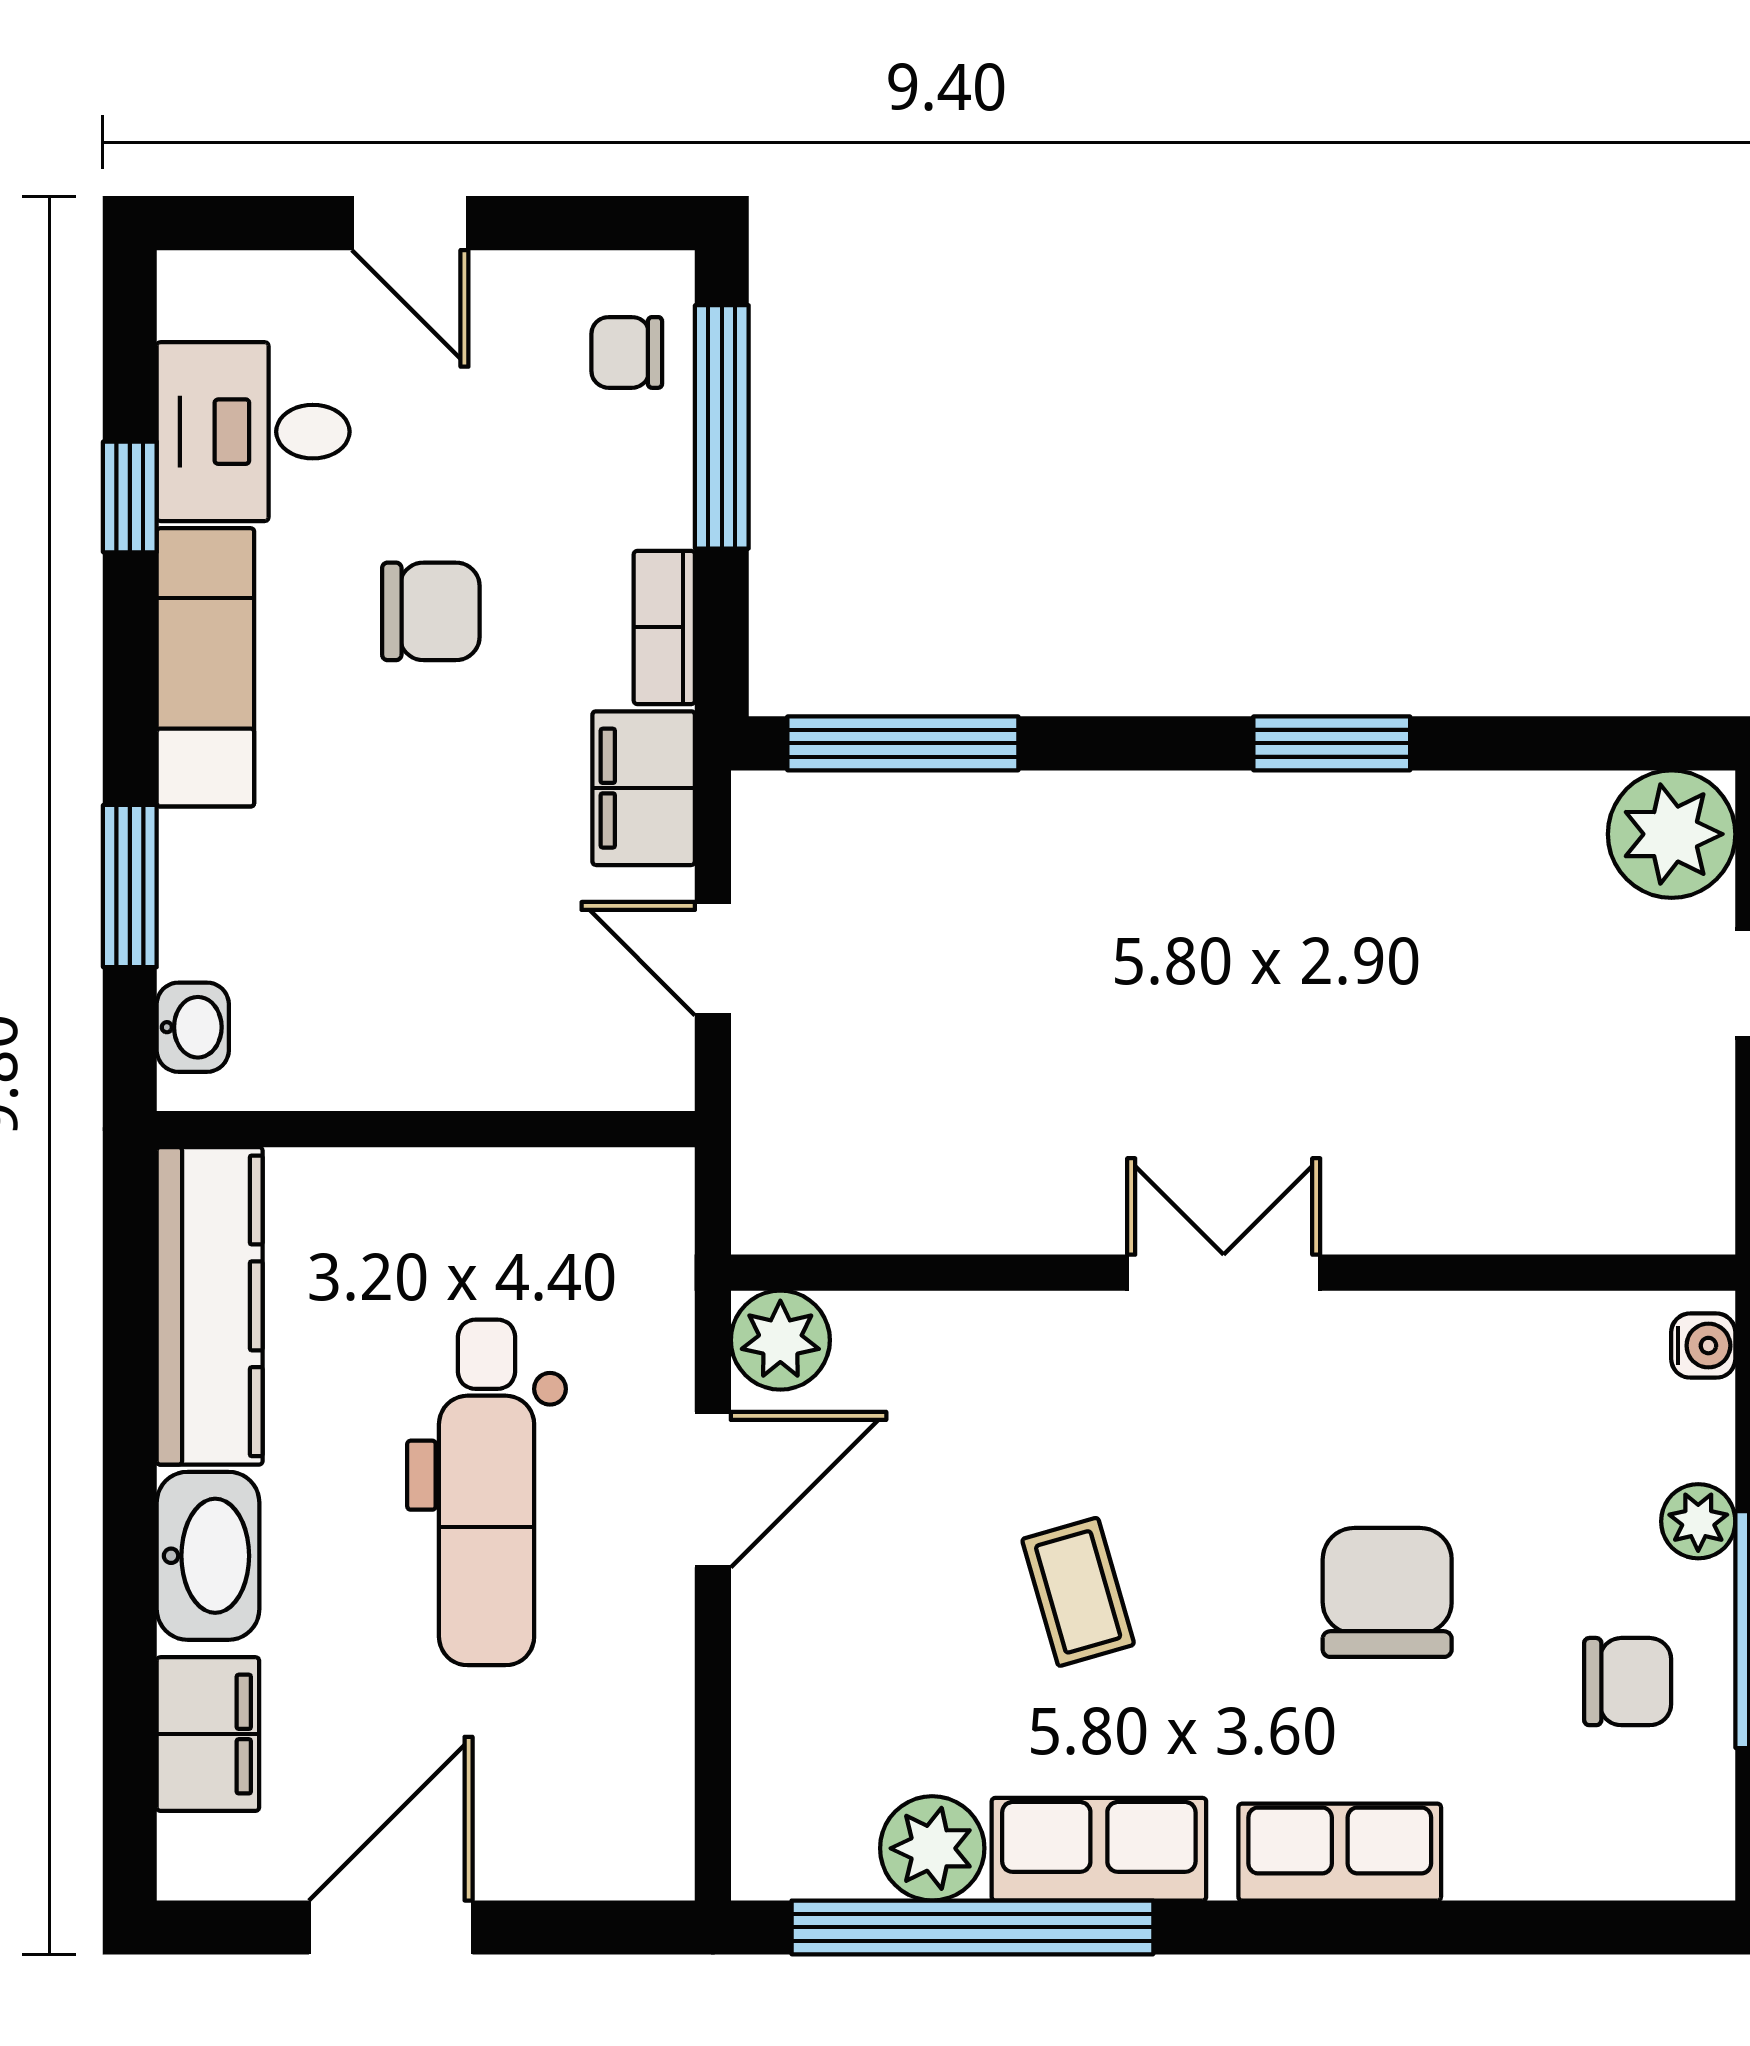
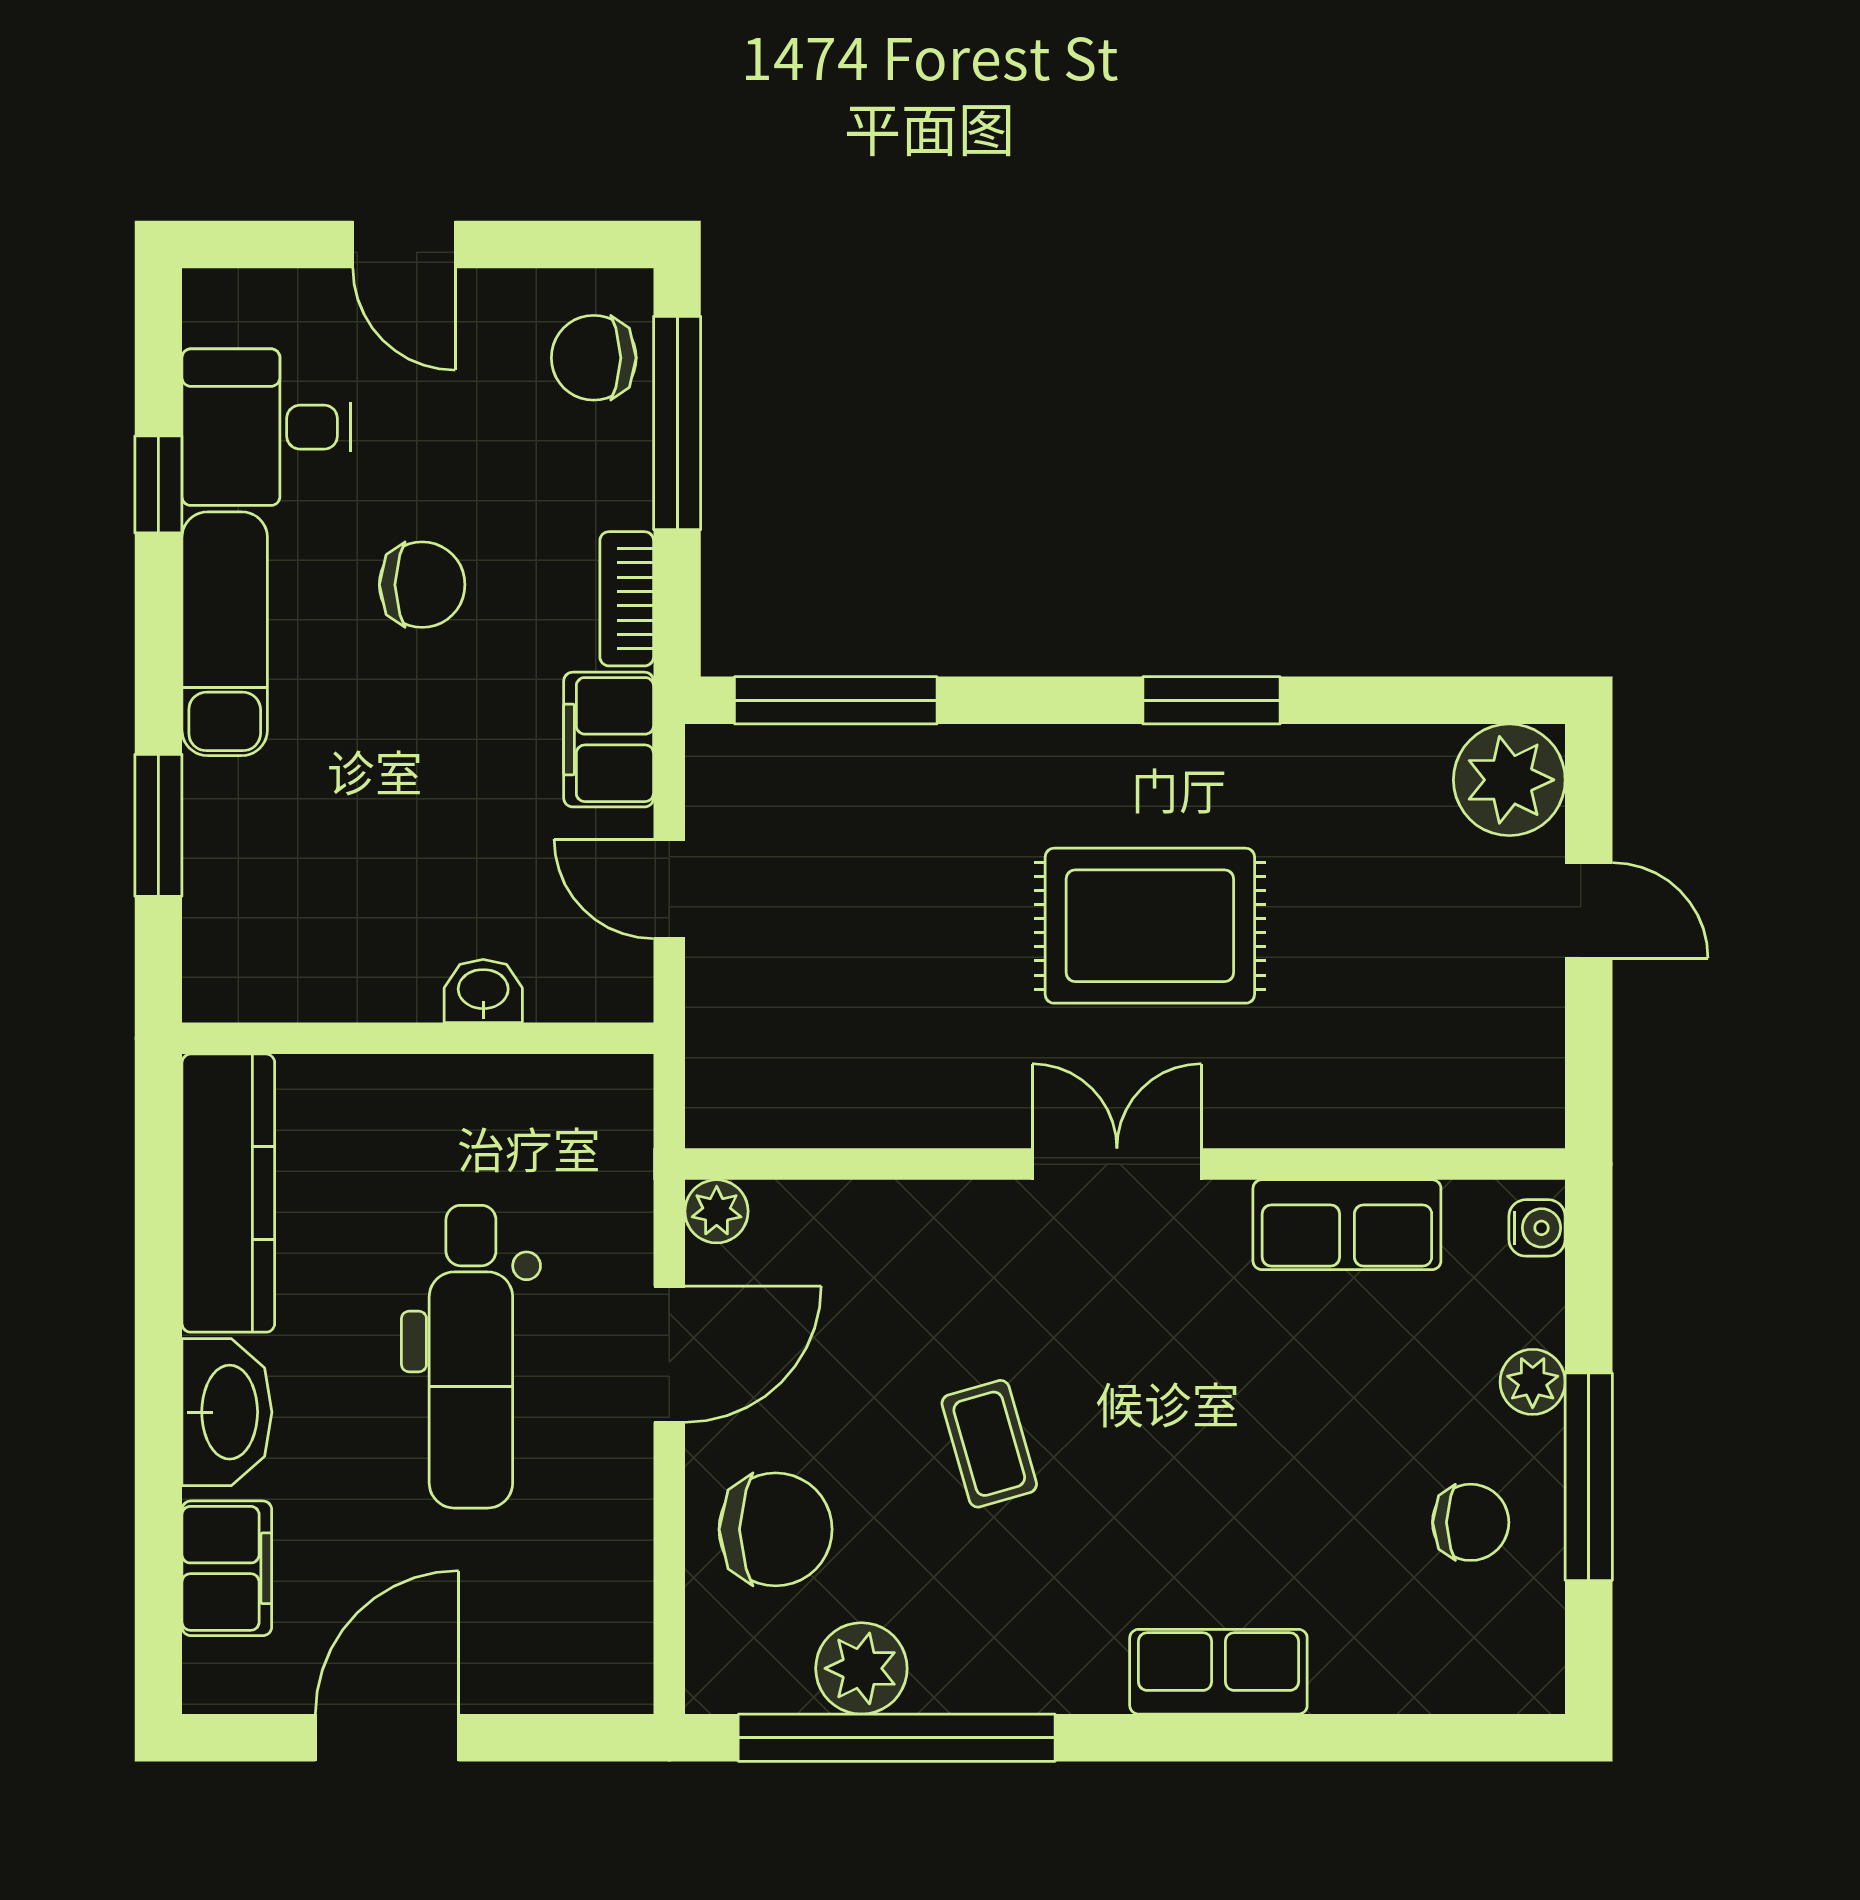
chair: (627, 352) -> (594, 358), width x1.37, depth x1.37
rug: (1261, 1001) -> (1150, 926), added
washbasin: (193, 1027) -> (483, 991), moved, turned -90
plant: (780, 1340) -> (717, 1211), width x0.73, depth x0.73
chair: (1387, 1592) -> (776, 1529), moved, turned 90
row of seats: (1099, 1849) -> (1347, 1225), moved, turned 180

